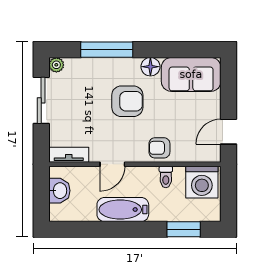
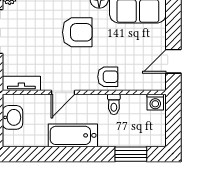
armchair: (159, 148) -> (108, 77), turned 180
washing machine: (202, 182) -> (155, 102), width x0.53, depth x0.53

